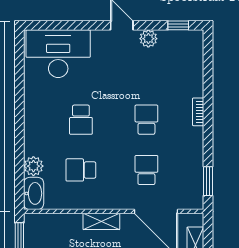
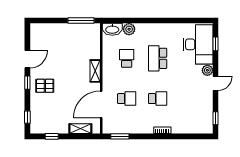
window: (57, 25) -> (215, 44), added
plant: (148, 39) -> (207, 70), moved
school desk: (81, 120) -> (158, 58), width x1.85

